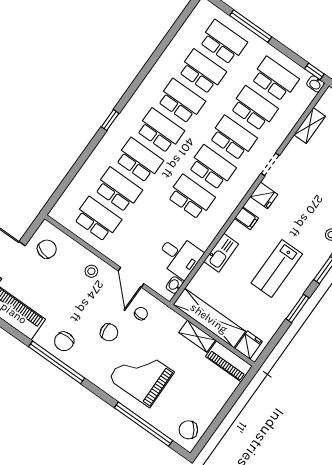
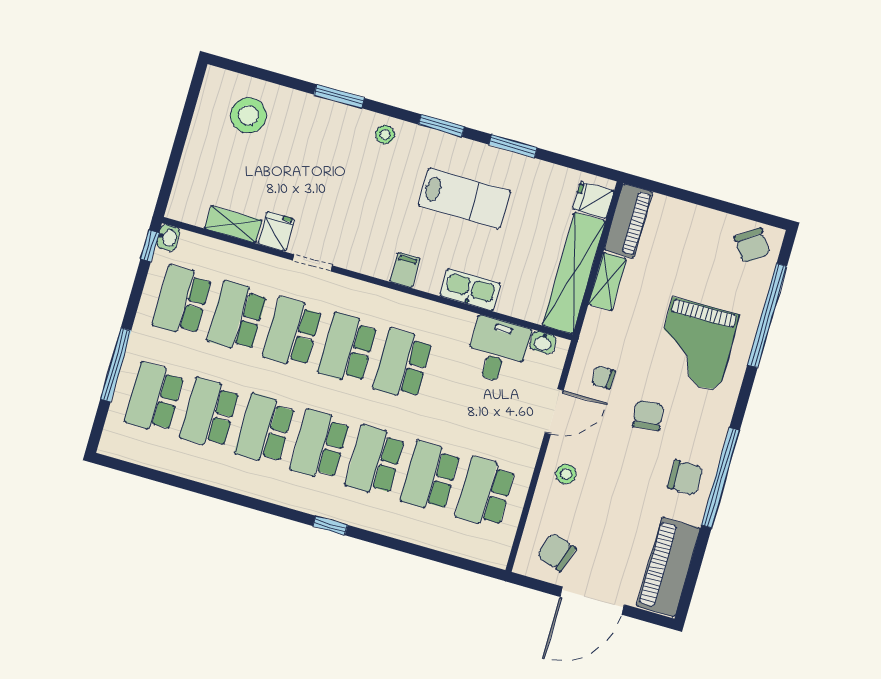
fridge: (264, 195) -> (276, 231), moved

